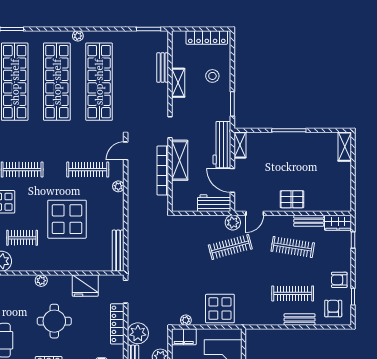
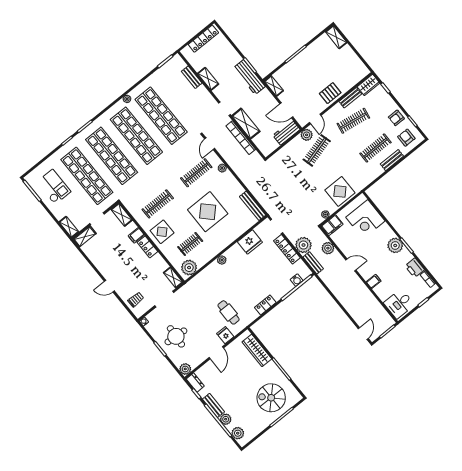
stool: (212, 76) -> (225, 59), removed
workbench: (222, 145) -> (249, 77), moved
round table: (54, 321) -> (249, 278), removed

